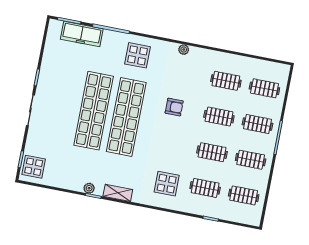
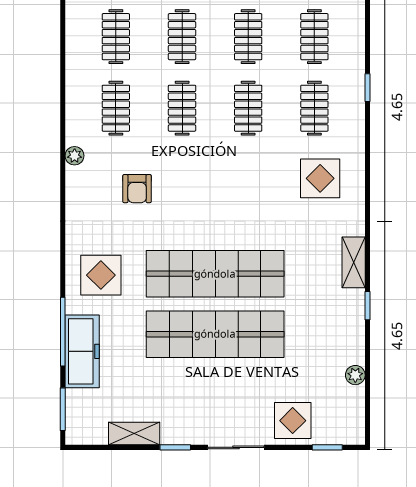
freezer: (82, 34) -> (82, 351), moved
plant: (184, 50) -> (75, 156), moved
shelving: (49, 57) -> (134, 433), added
armchair: (174, 107) -> (137, 189), moved, turned 180
display table: (34, 167) -> (293, 421), moved
plant: (89, 188) -> (355, 375), moved

